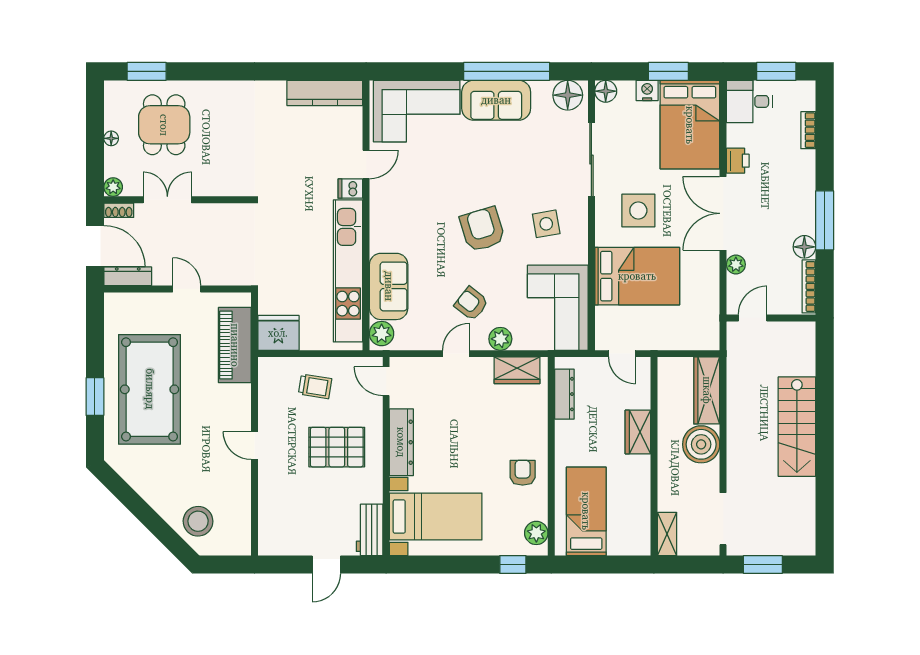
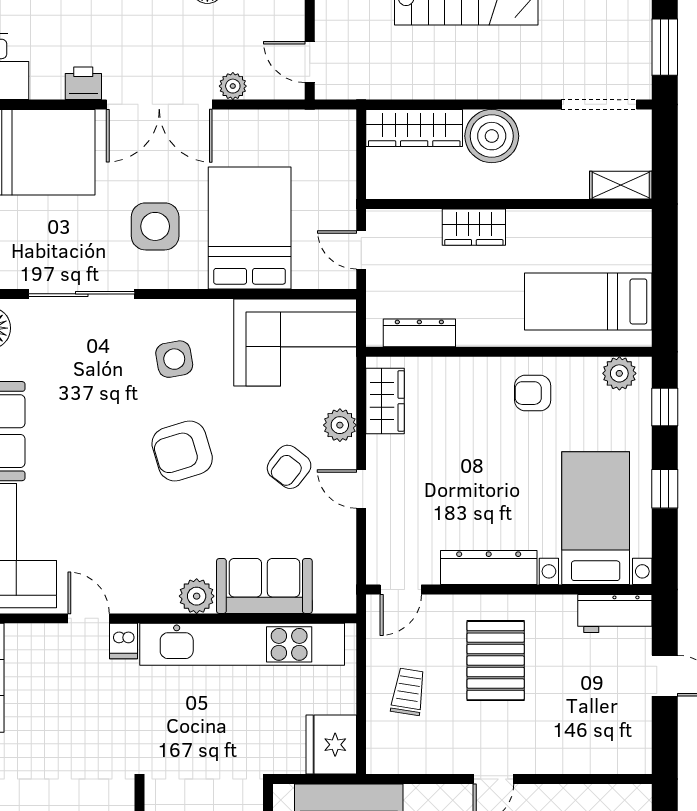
plant: (382, 334) -> (197, 596), moved
door: (622, 354) -> (361, 250), swing flipped
window: (456, 564) -> (665, 489), added

